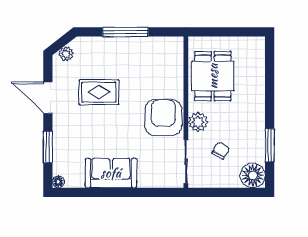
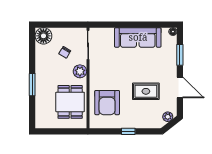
window: (125, 32) -> (128, 131), width x0.46
armchair: (163, 117) -> (107, 103), moved
window: (270, 145) -> (32, 85), moved
sofa: (111, 173) -> (138, 37), width x1.36

